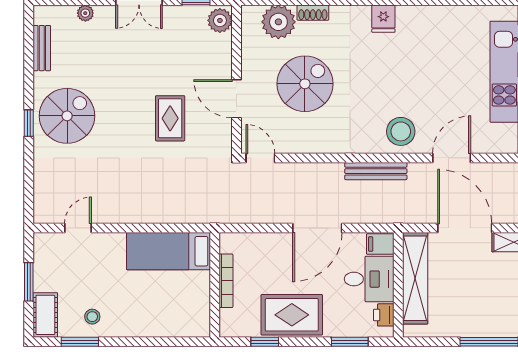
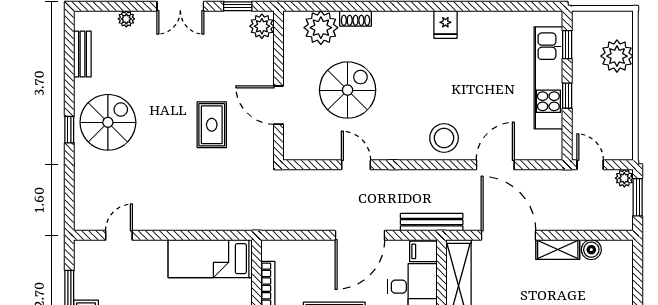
fridge: (383, 19) -> (445, 24), moved
door: (260, 158) -> (356, 165), moved
bench: (376, 171) -> (432, 222), moved

